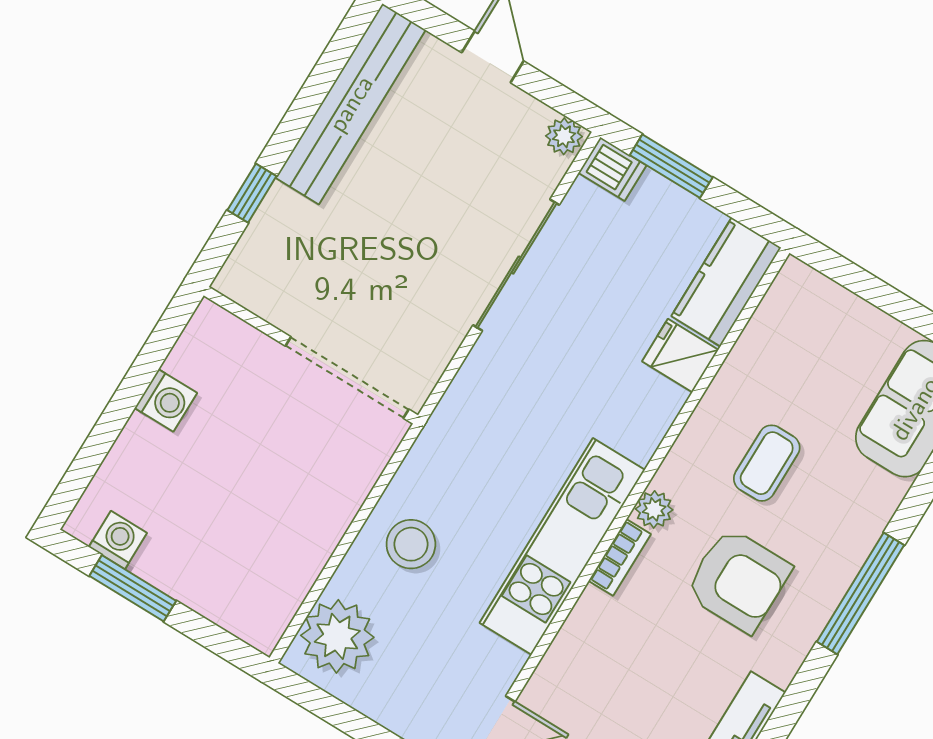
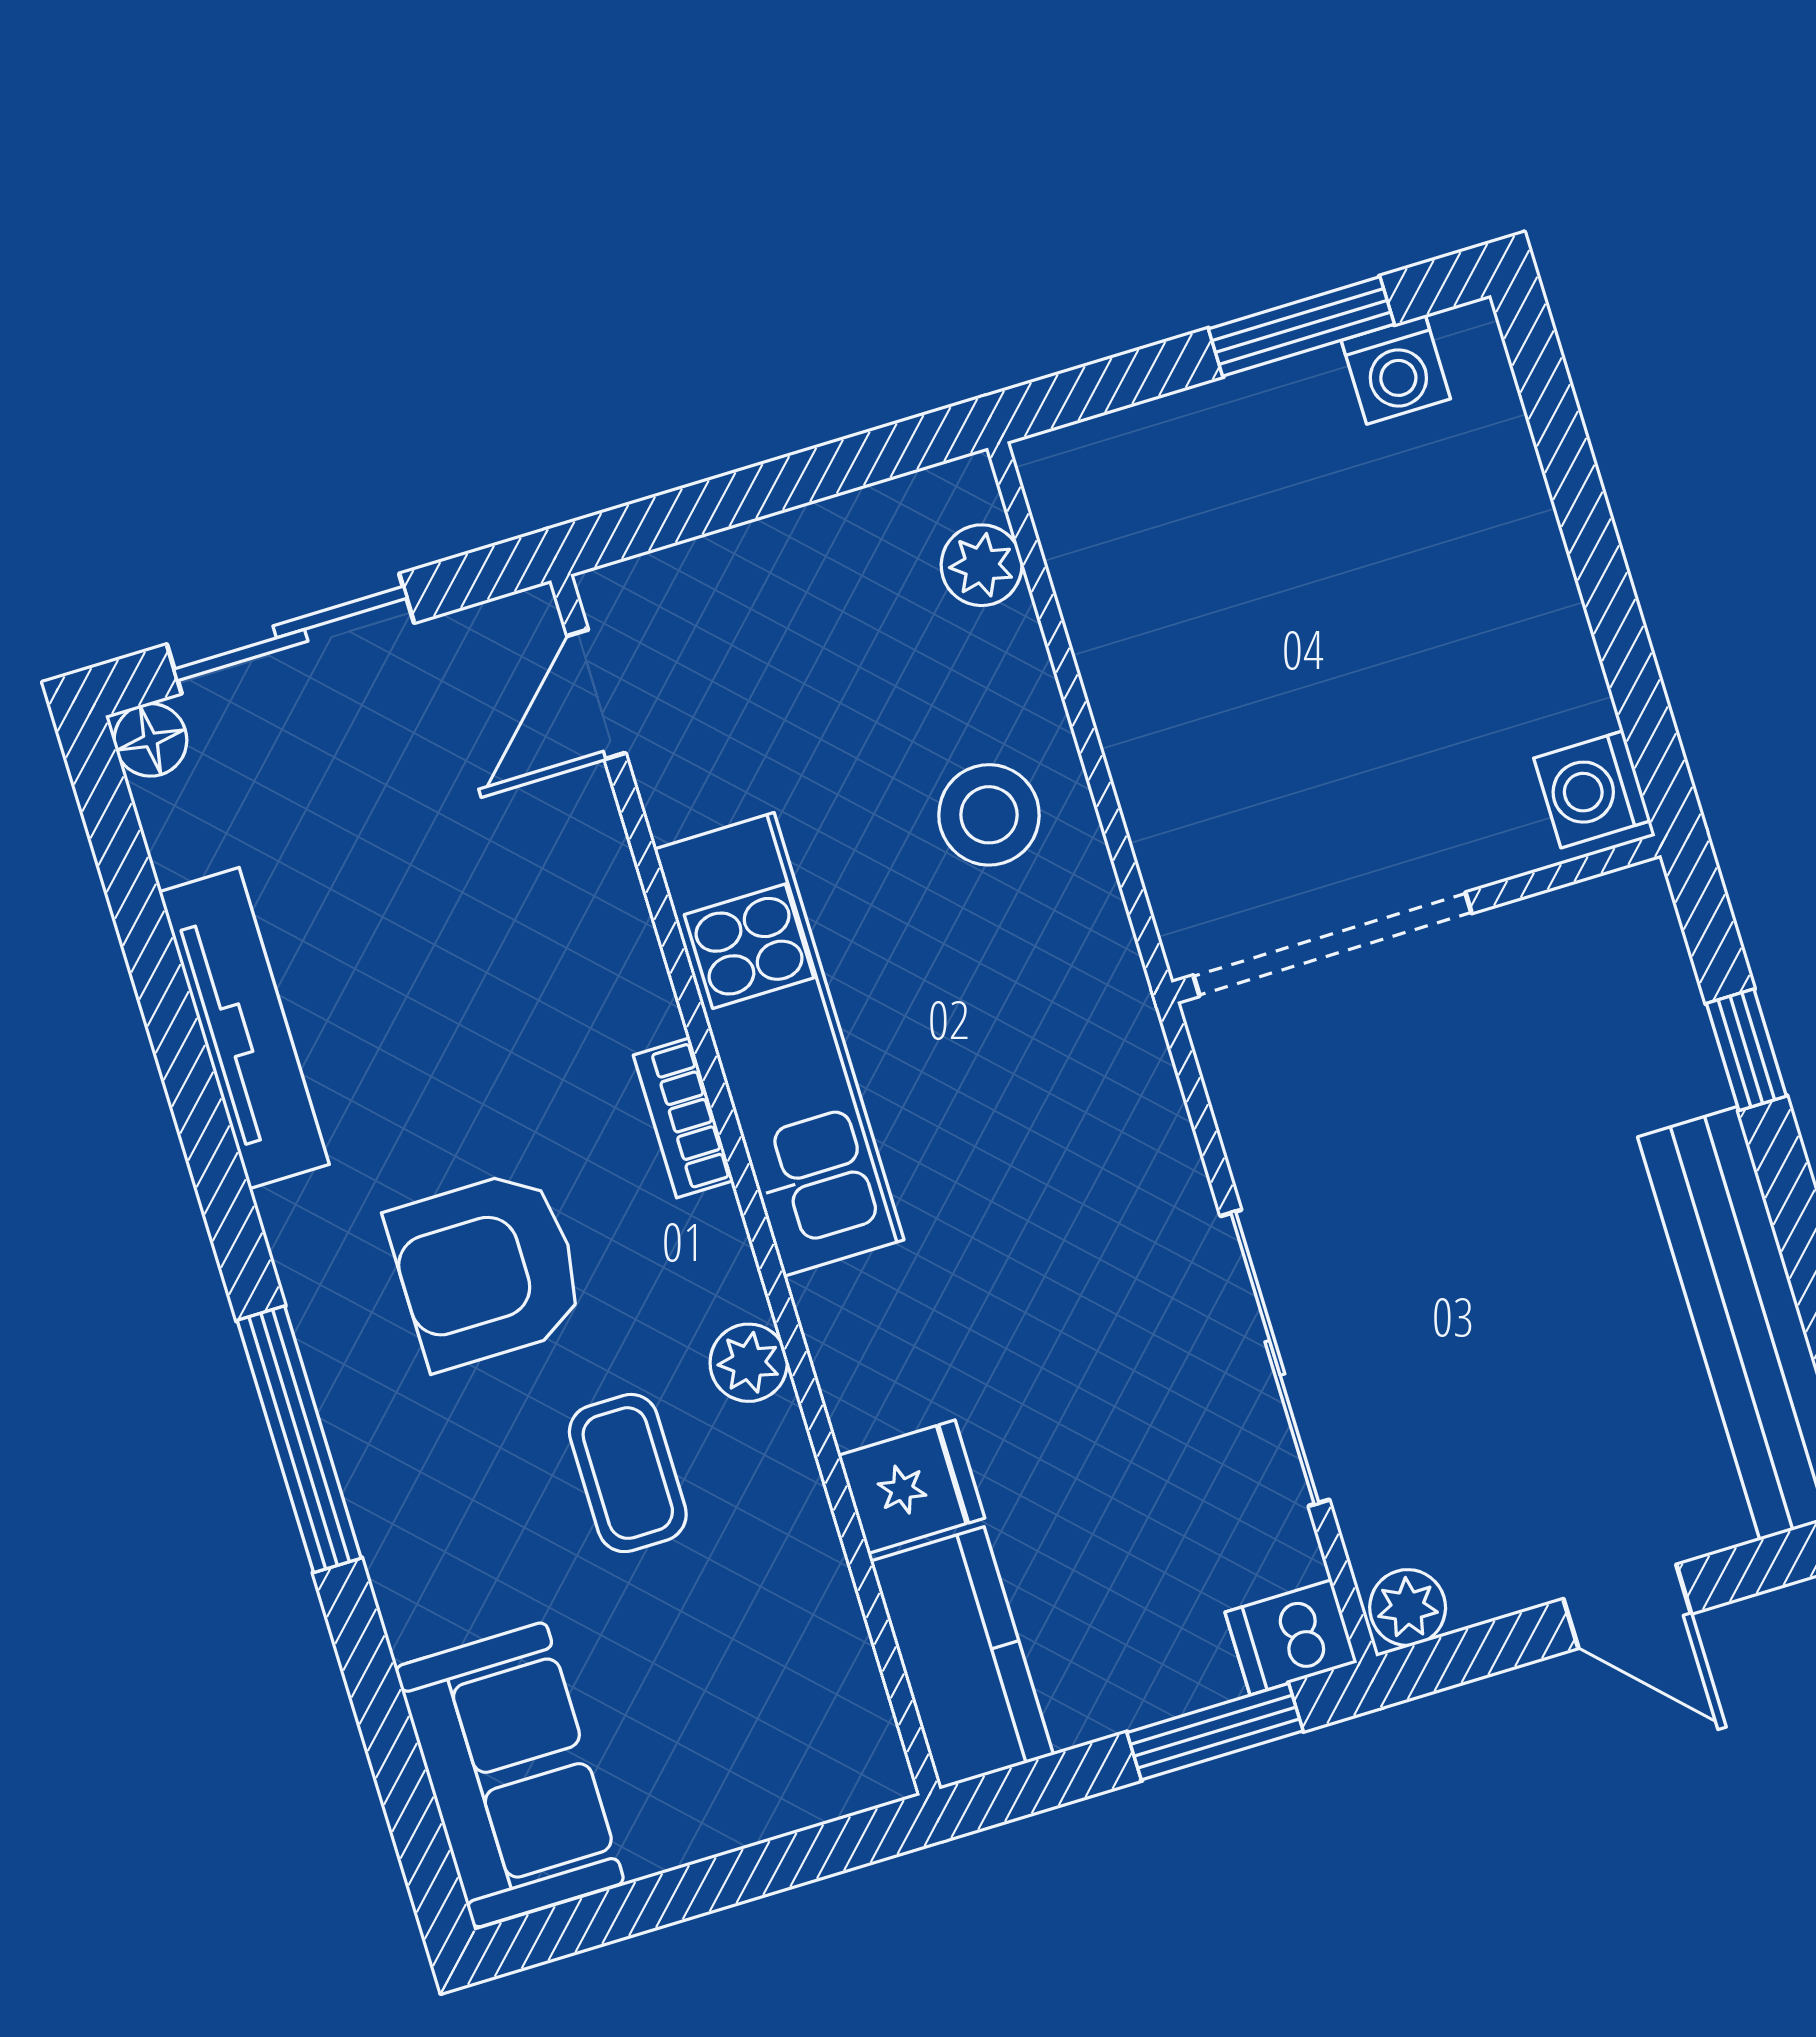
washing machine: (166, 400) -> (1592, 789), moved
plant: (654, 509) -> (749, 1363), moved
plant: (337, 636) -> (982, 565), width x0.53, depth x0.53

